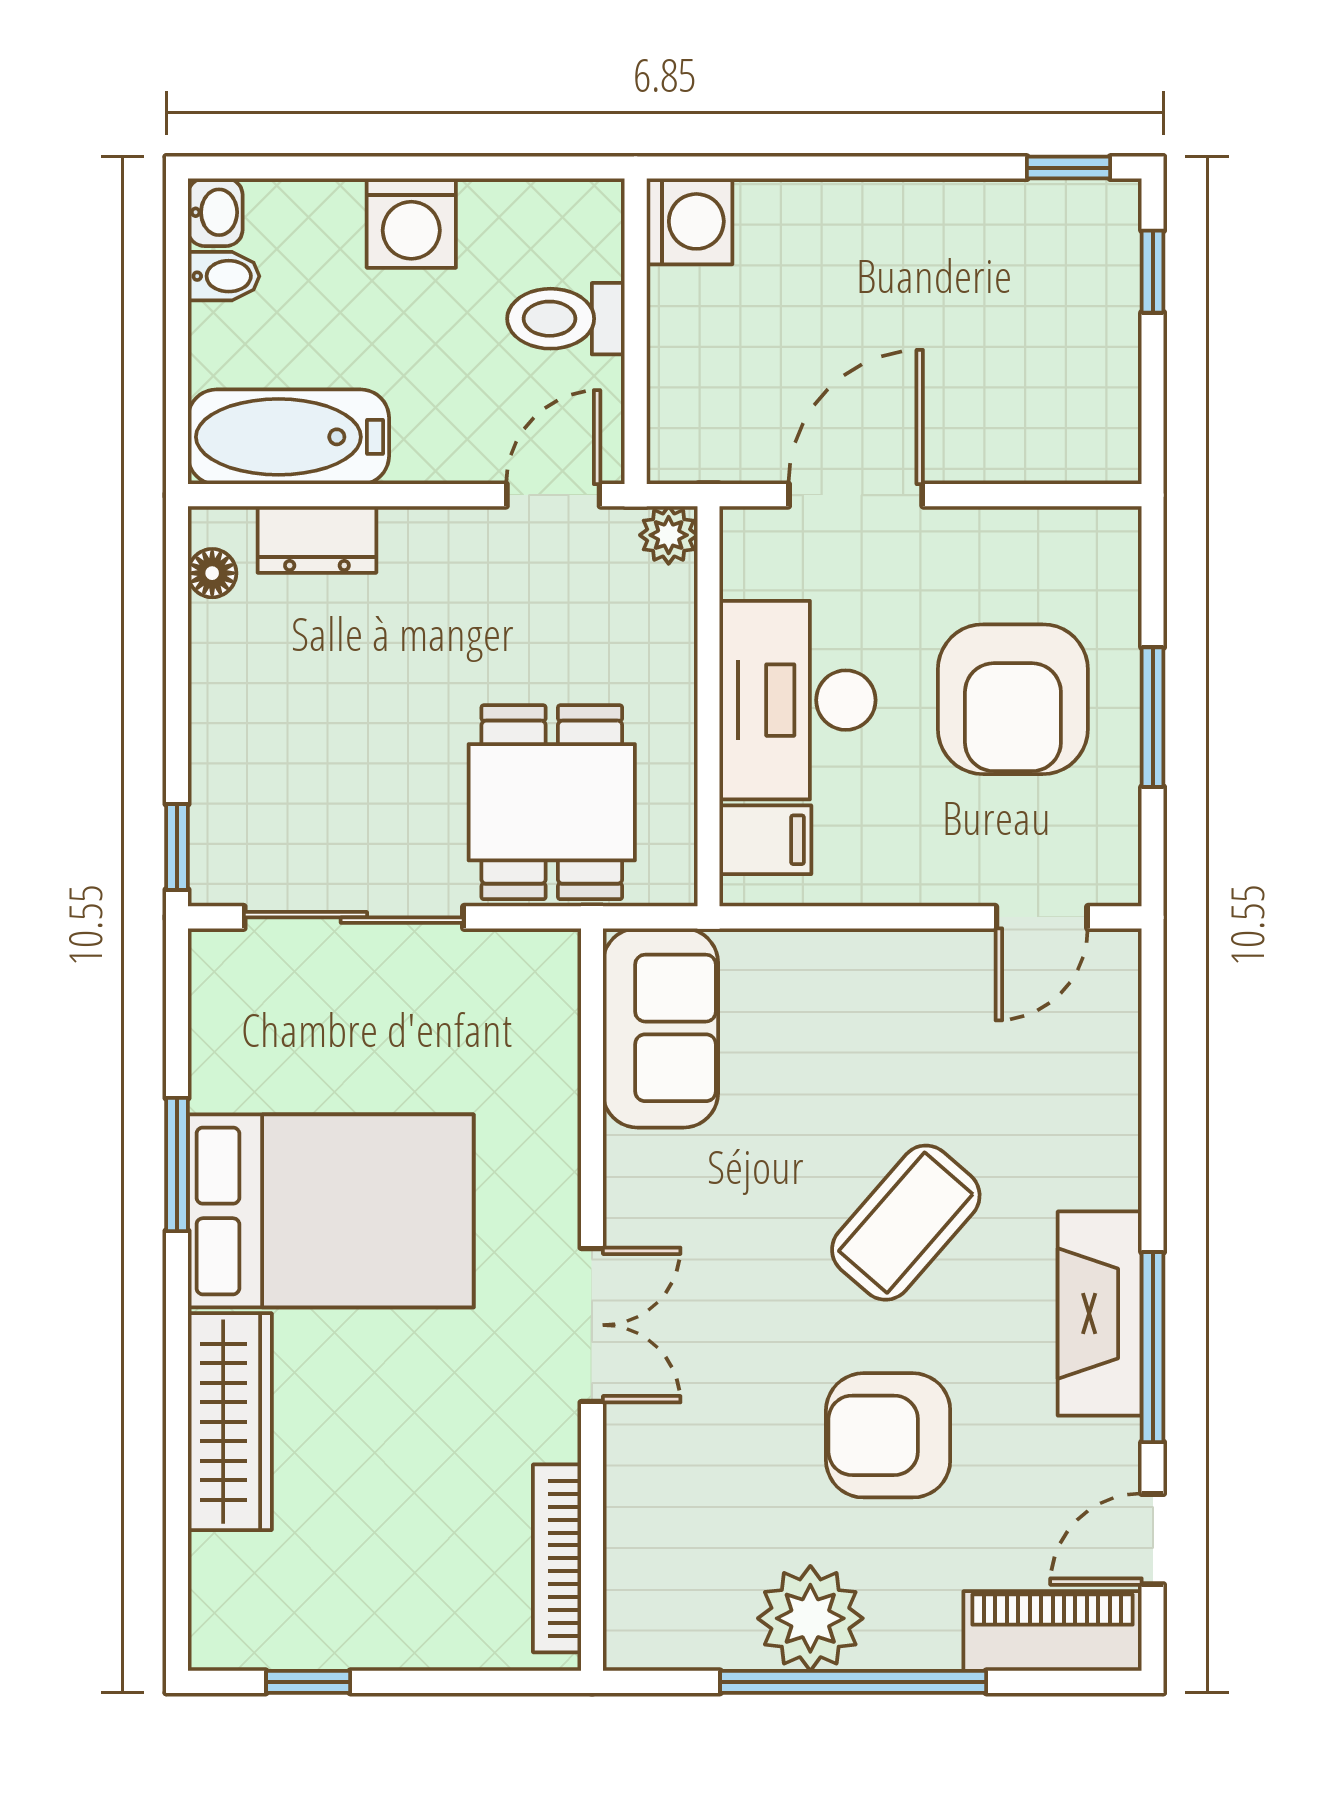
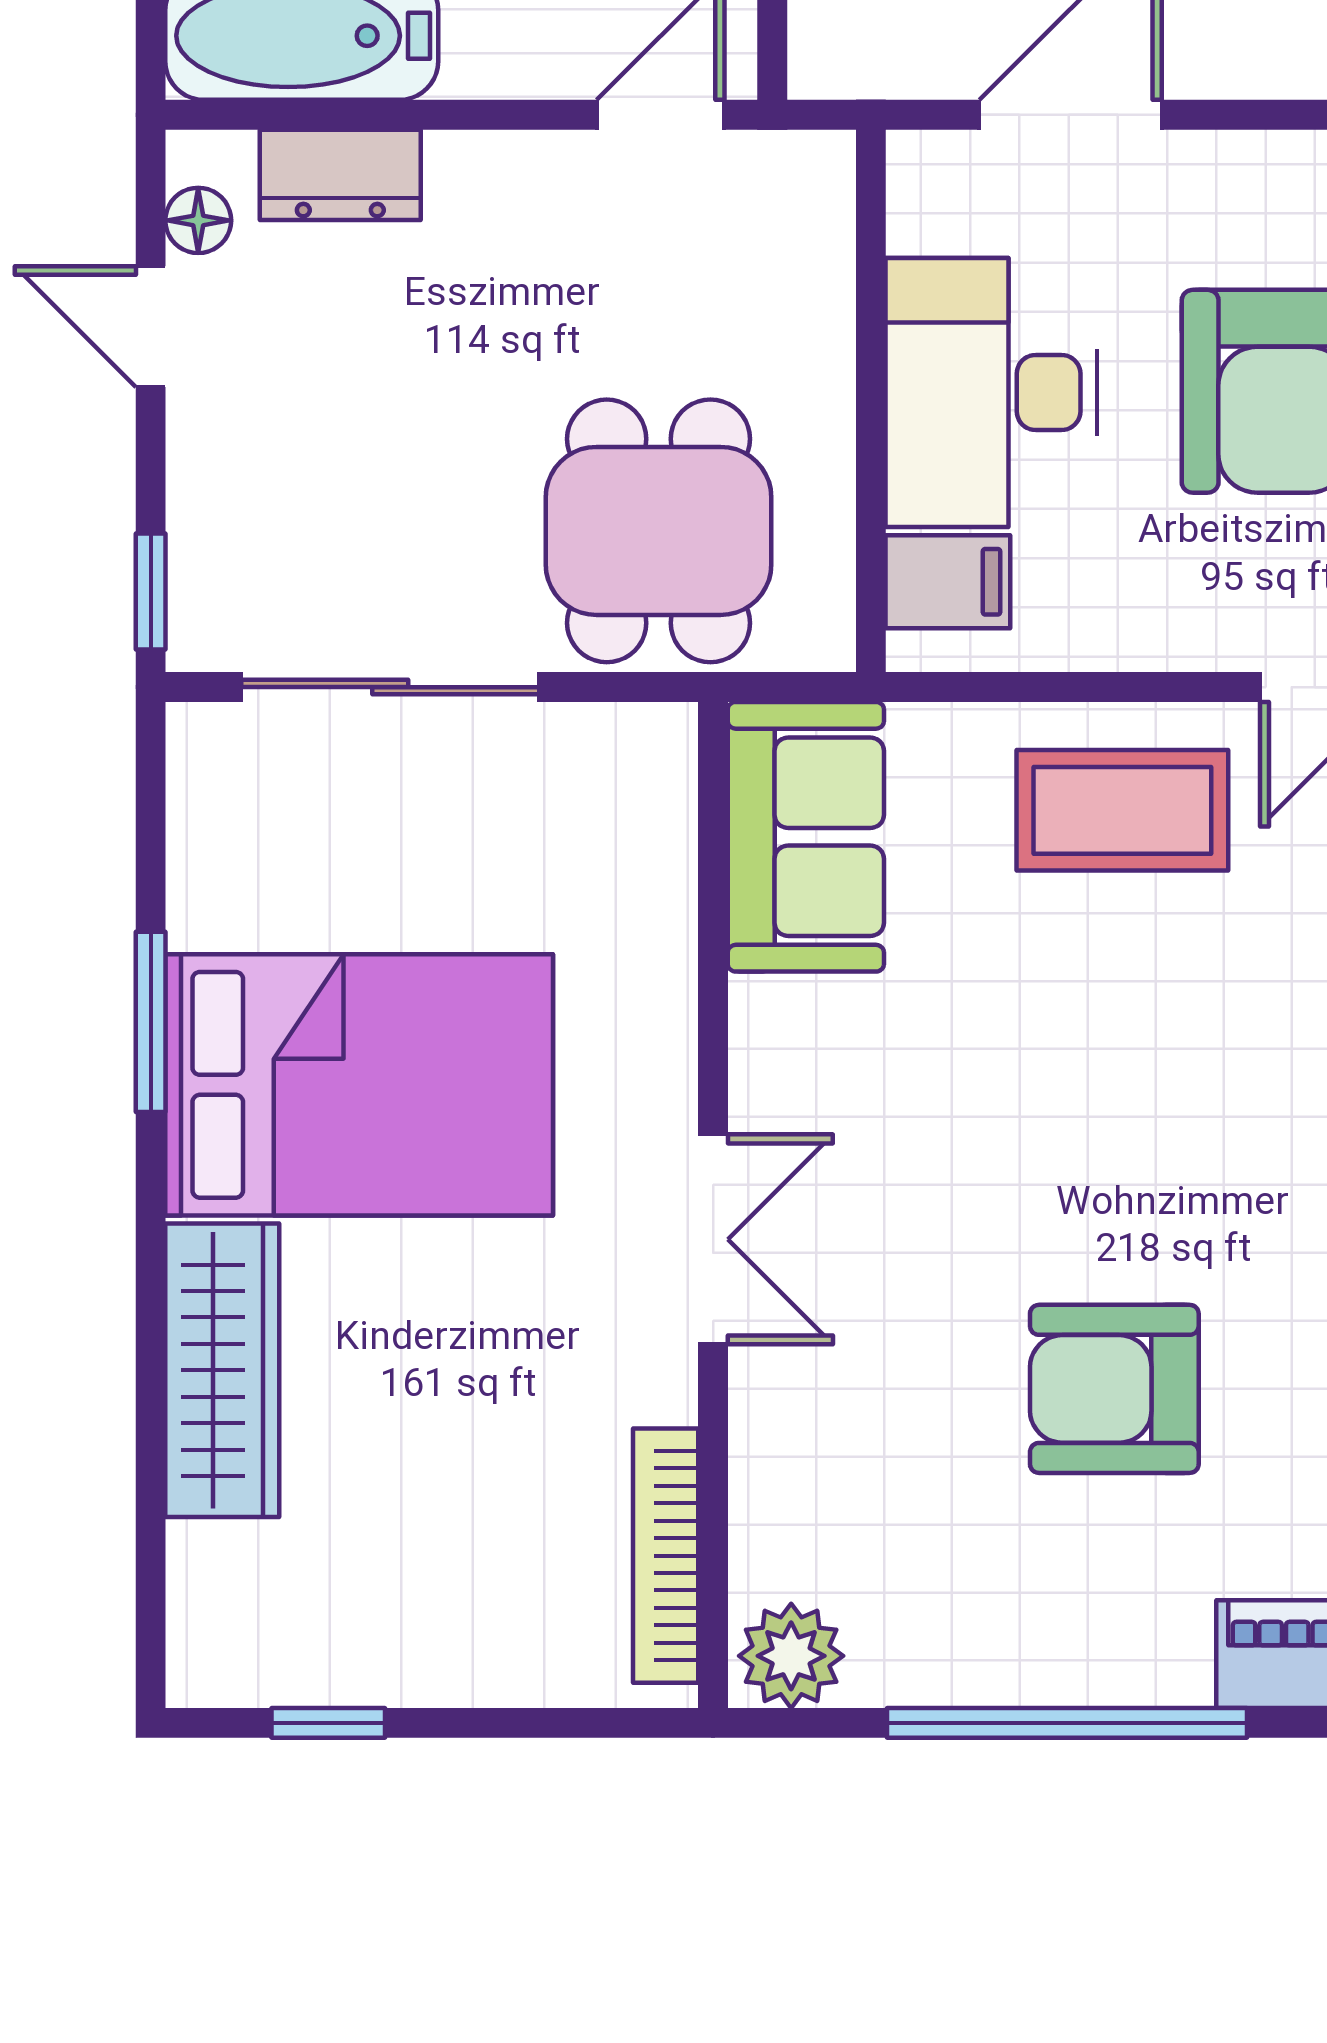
plant: (669, 535) -> (817, 169), removed
door: (177, 651) -> (151, 327), added
coffee table: (906, 1223) -> (1122, 810), moved, turned 49
plant: (810, 1618) -> (791, 1656), moved, width x0.73, depth x0.73

